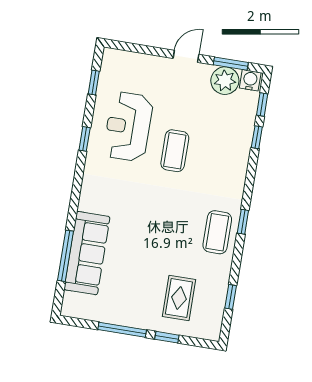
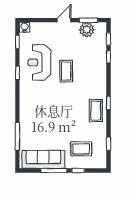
water cooler: (250, 80) -> (25, 27), moved
sofa: (87, 253) -> (43, 159), moved, turned -90
rug: (179, 298) -> (81, 149), turned 90

